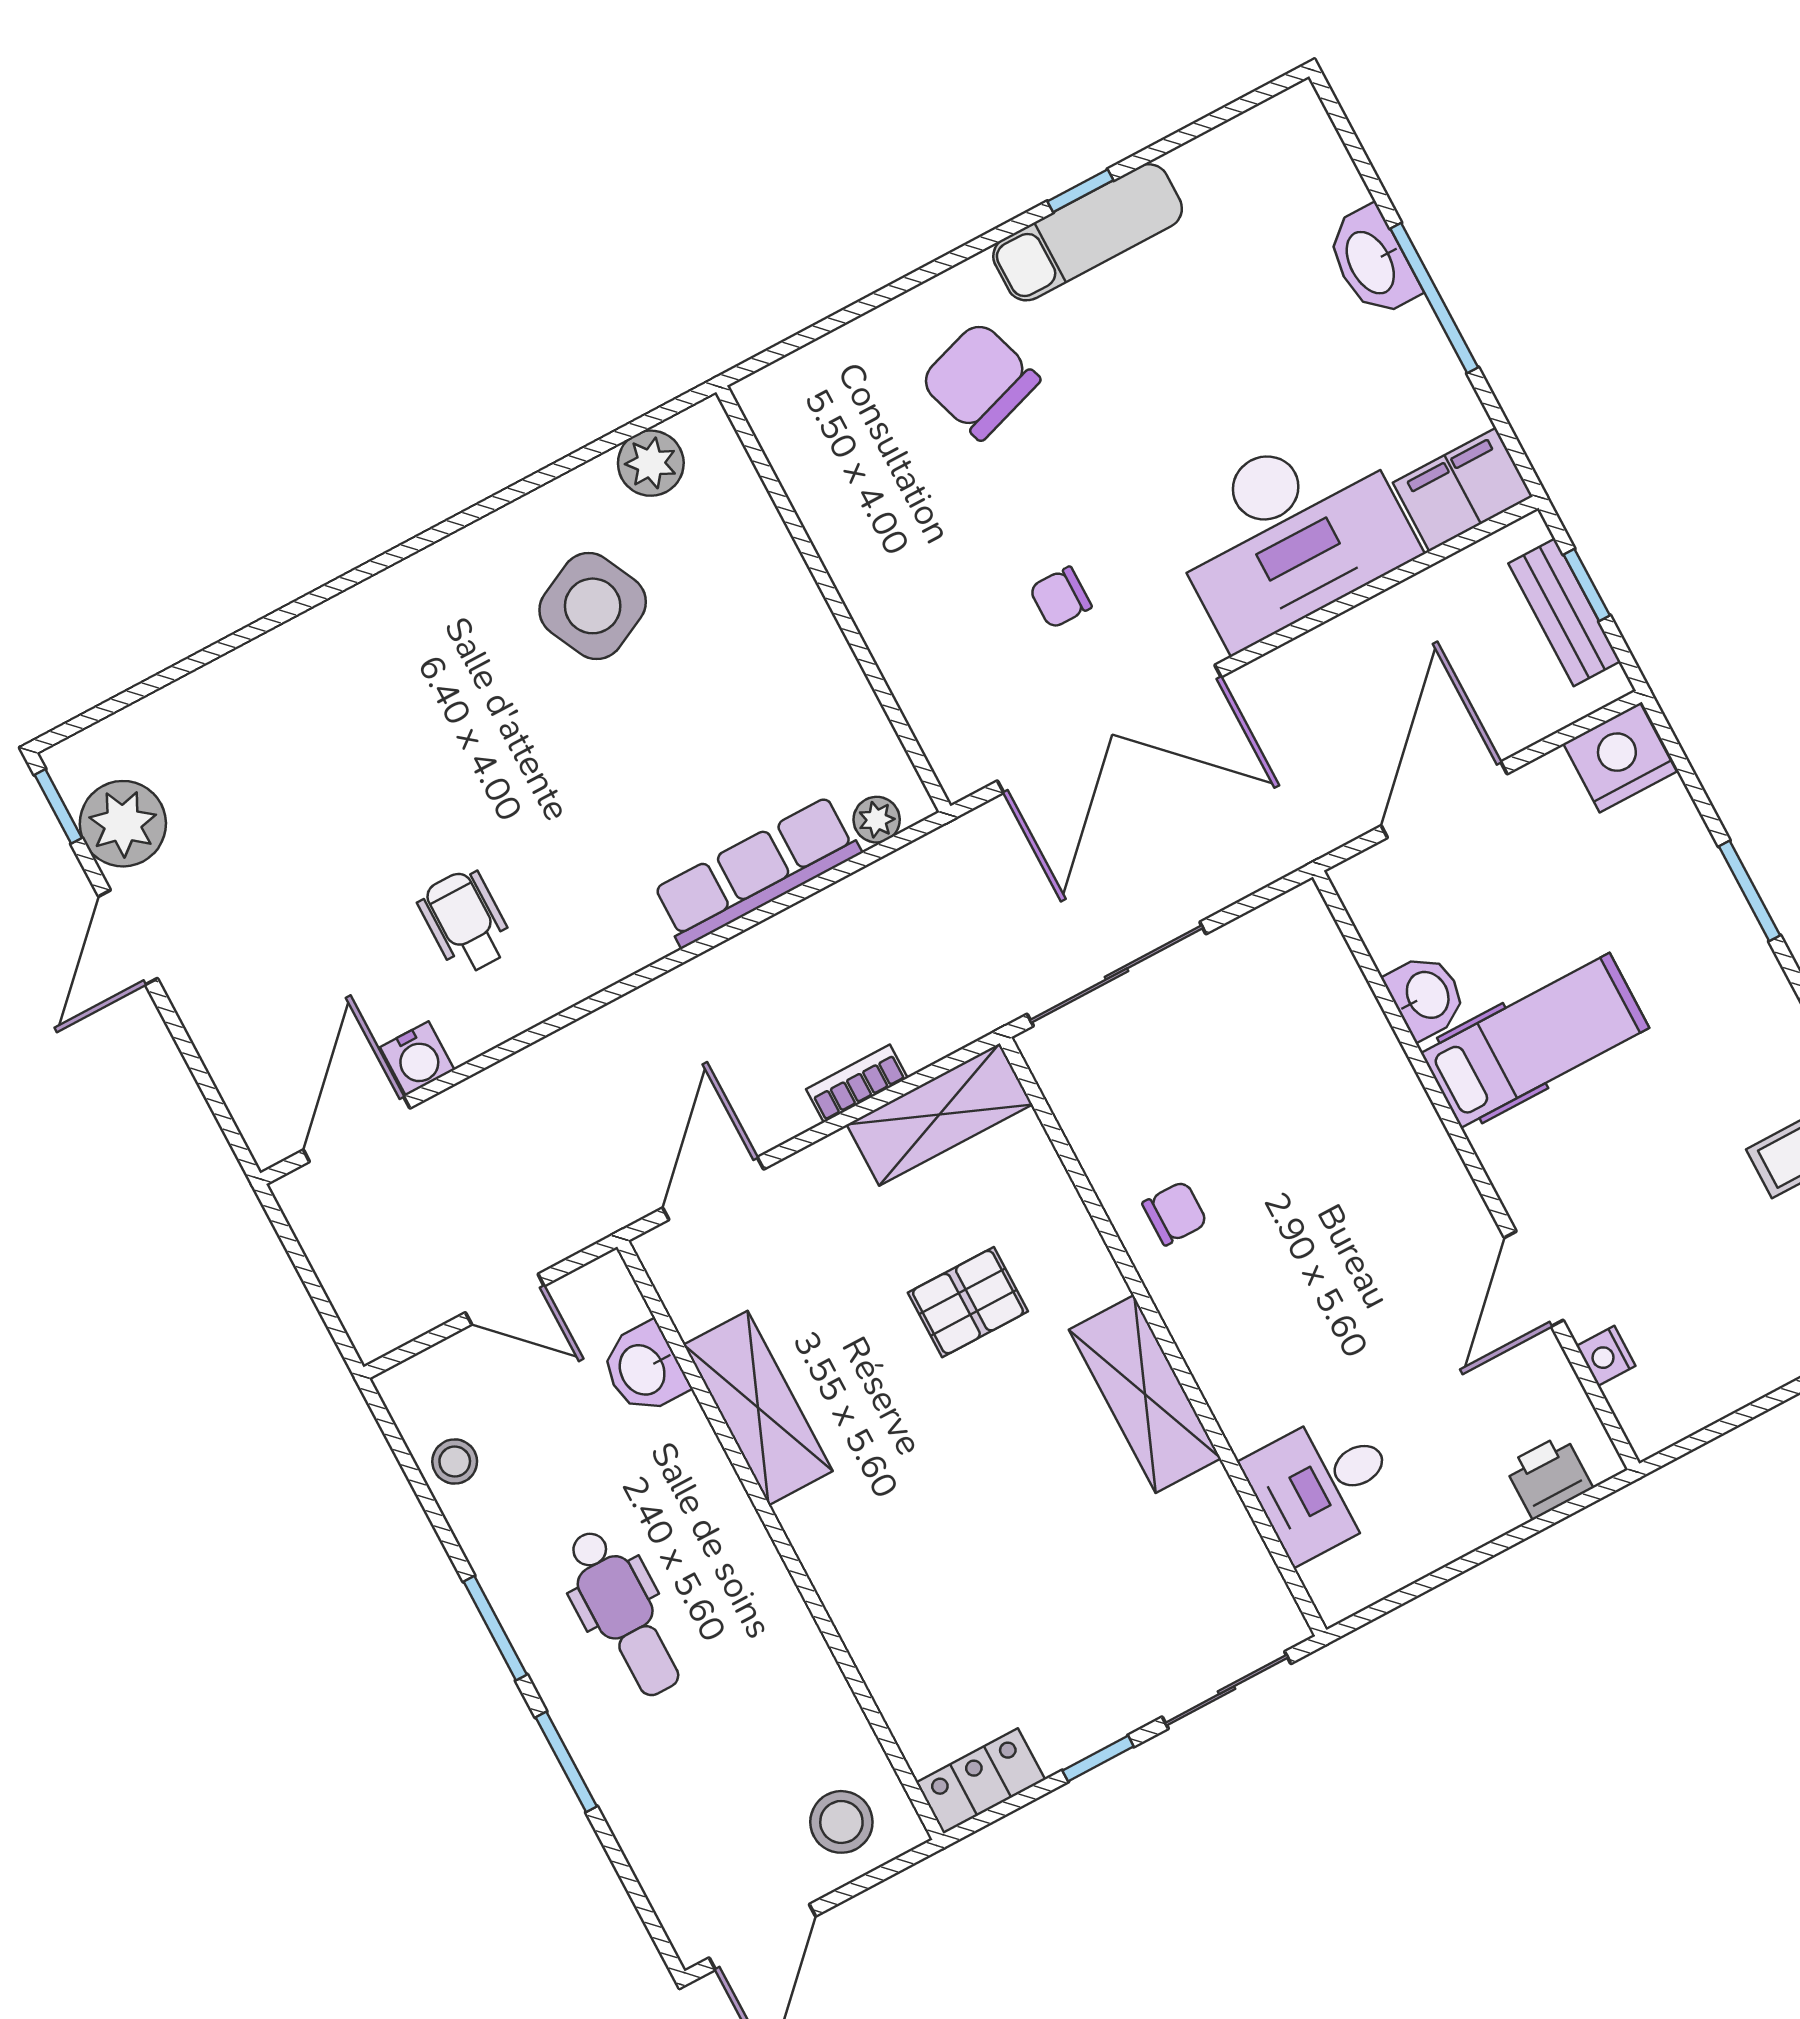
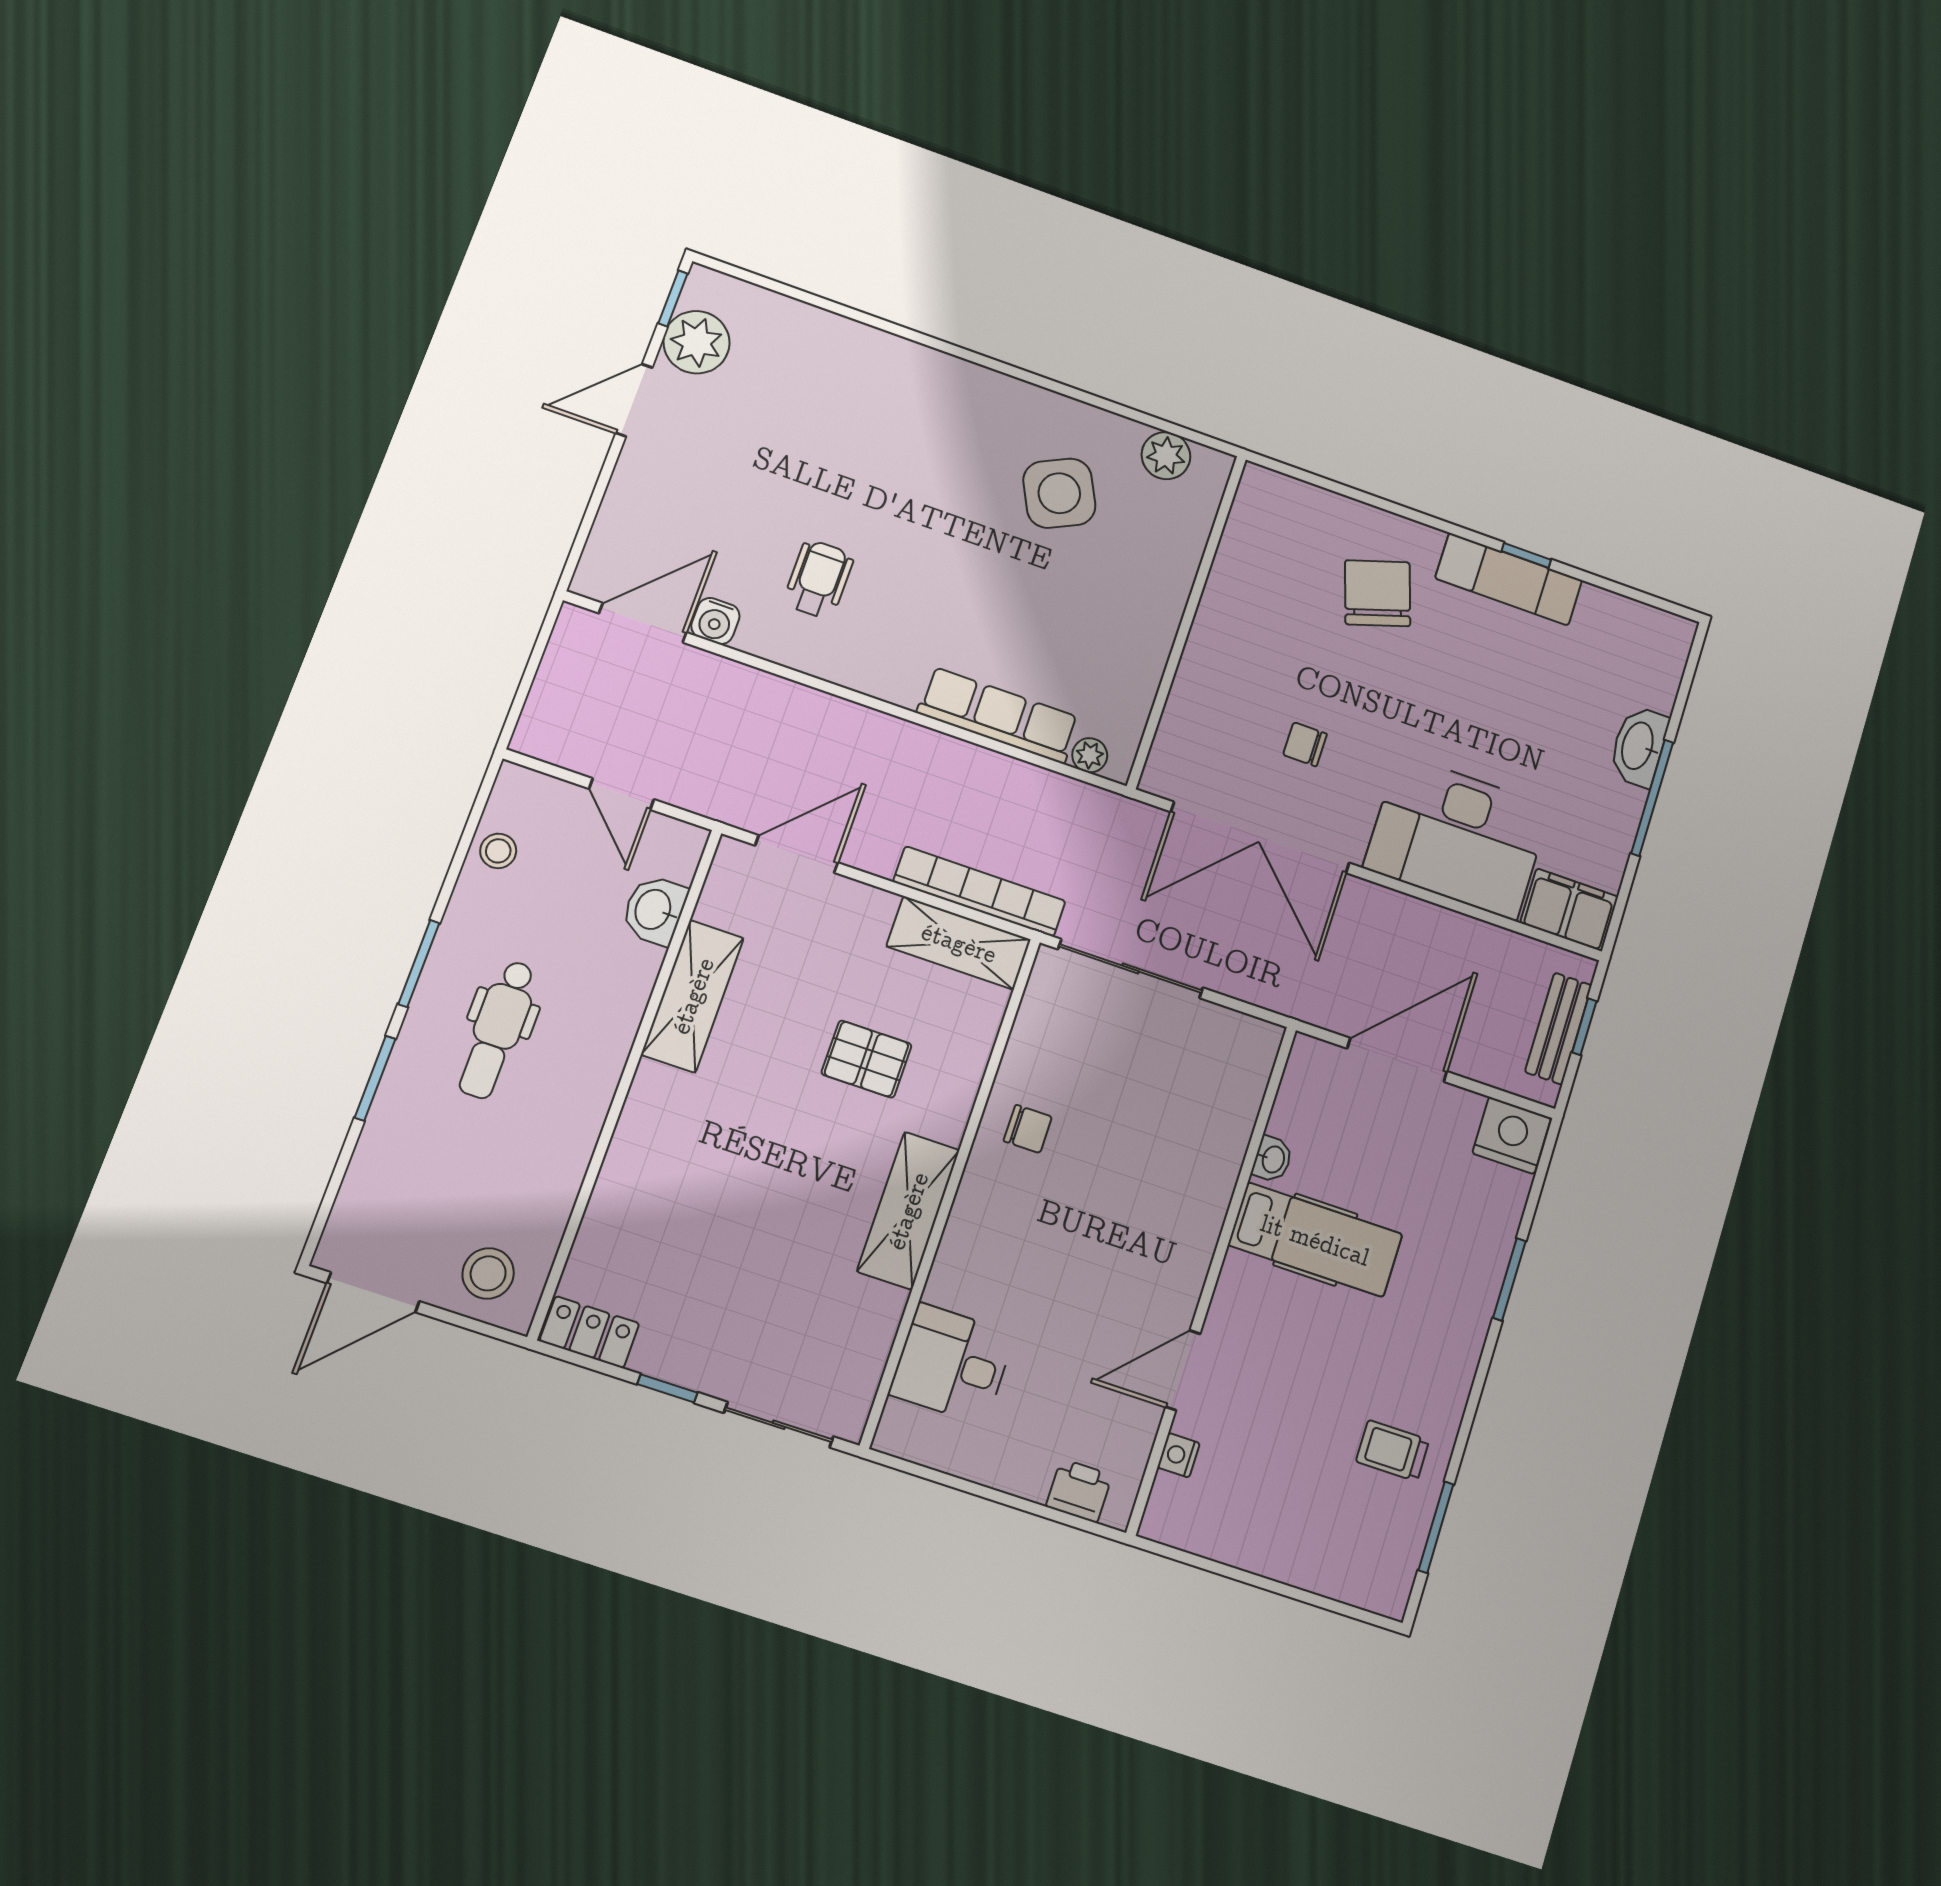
washbasin: (1426, 996) -> (1272, 1159), width x0.72, depth x0.69
bookcase: (857, 1084) -> (979, 891), width x2.31, depth x1.31

